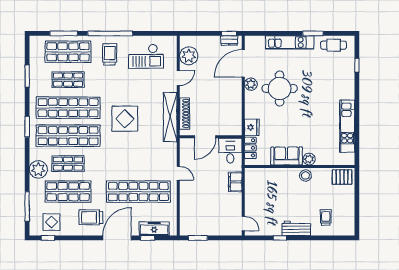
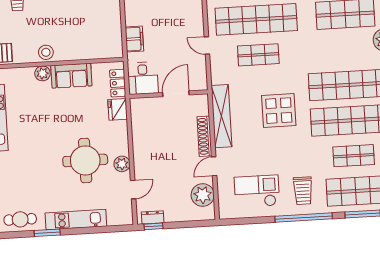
door: (243, 63) -> (133, 190), width x0.53
shoe rack: (185, 113) -> (204, 136), moved
shop shelf: (68, 164) -> (258, 55), moved

